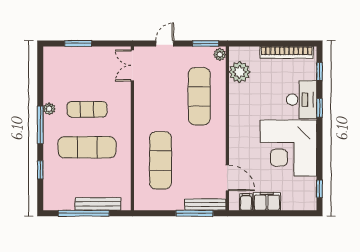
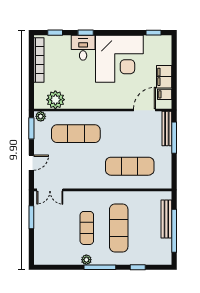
window: (78, 43) -> (31, 217), moved
door: (165, 43) -> (31, 163), swing flipped
desk: (302, 100) -> (83, 48), width x0.73

